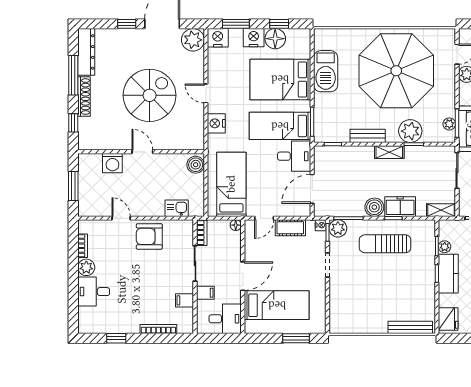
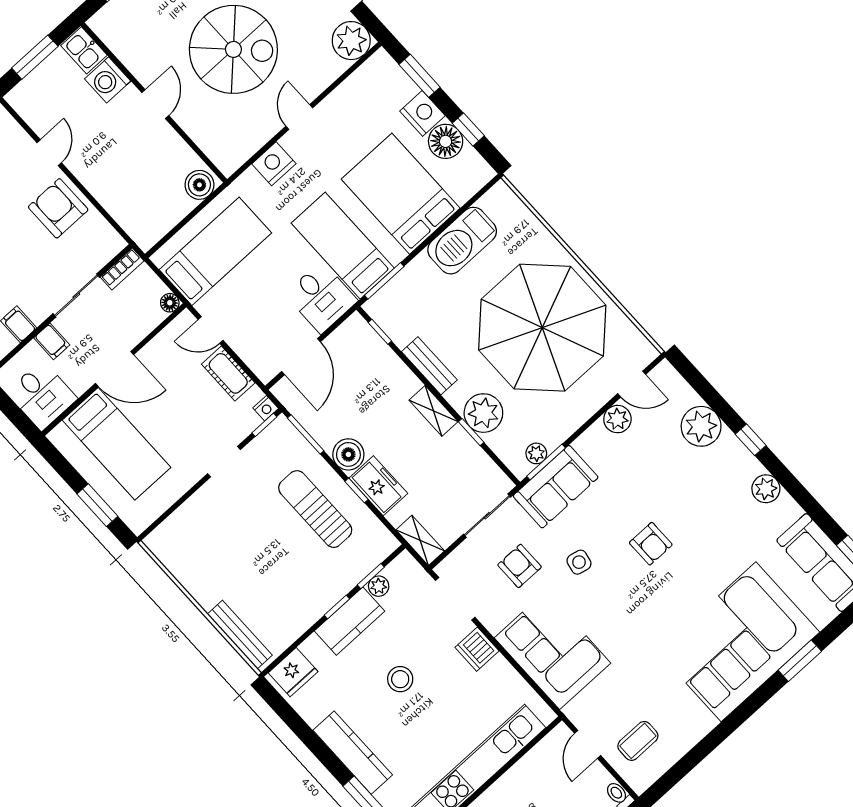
nightstand: (218, 38) -> (382, 69), removed
door: (312, 189) -> (301, 357), swing flipped
kitchen sink: (177, 208) -> (84, 50), moved, turned 180
plant: (338, 228) -> (281, 433), removed

